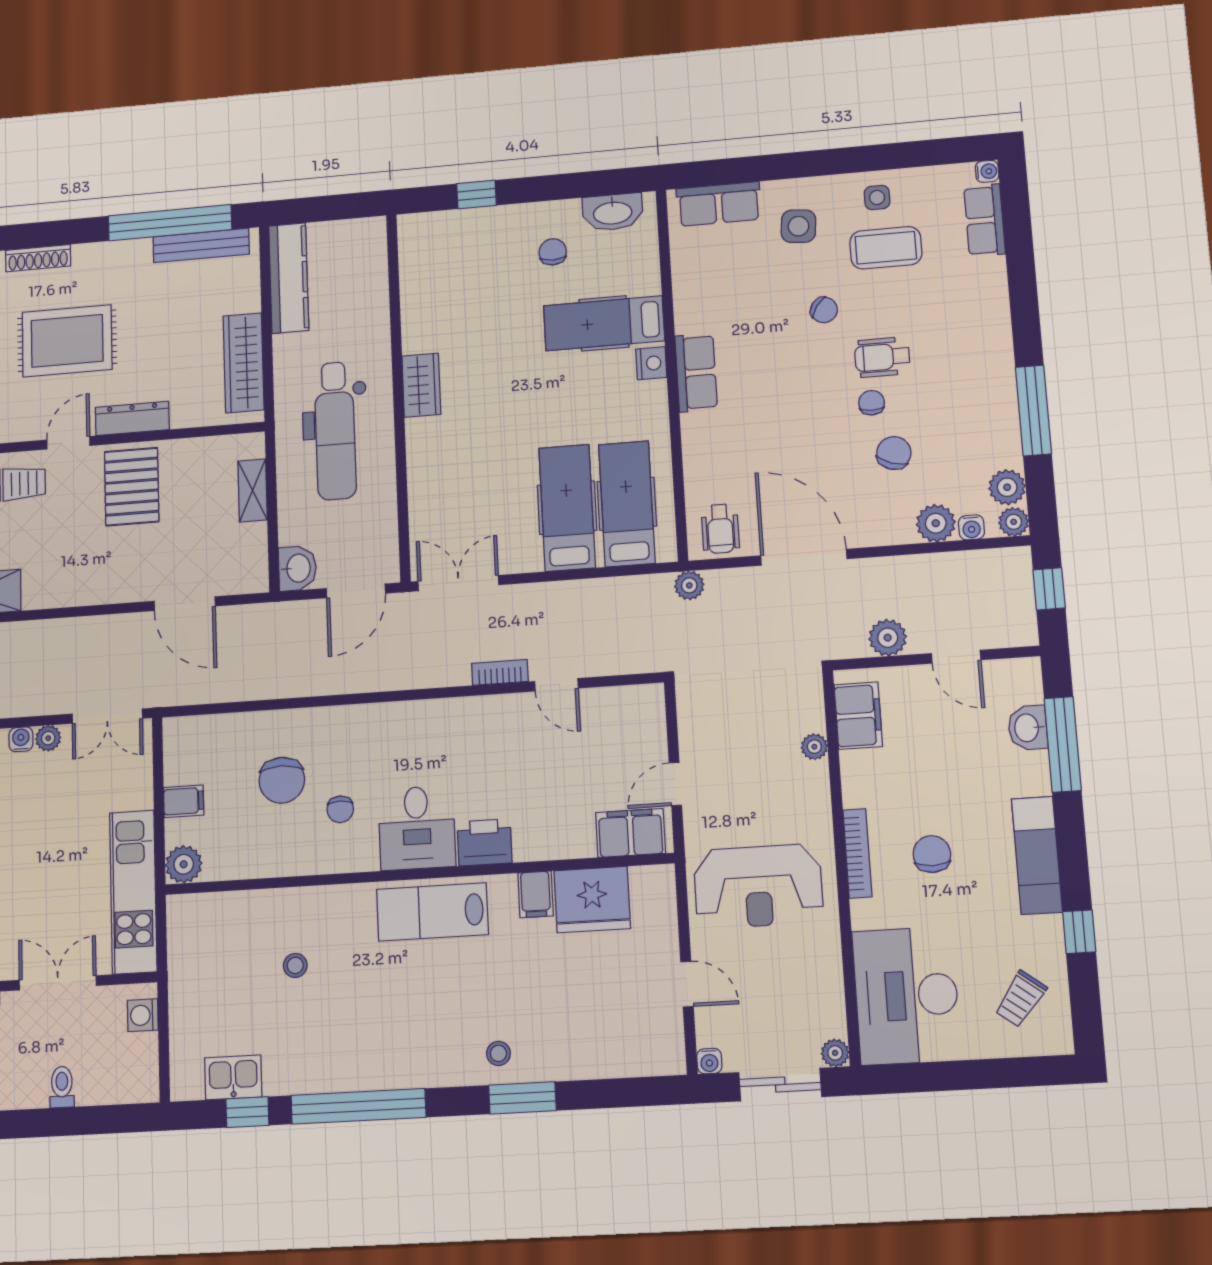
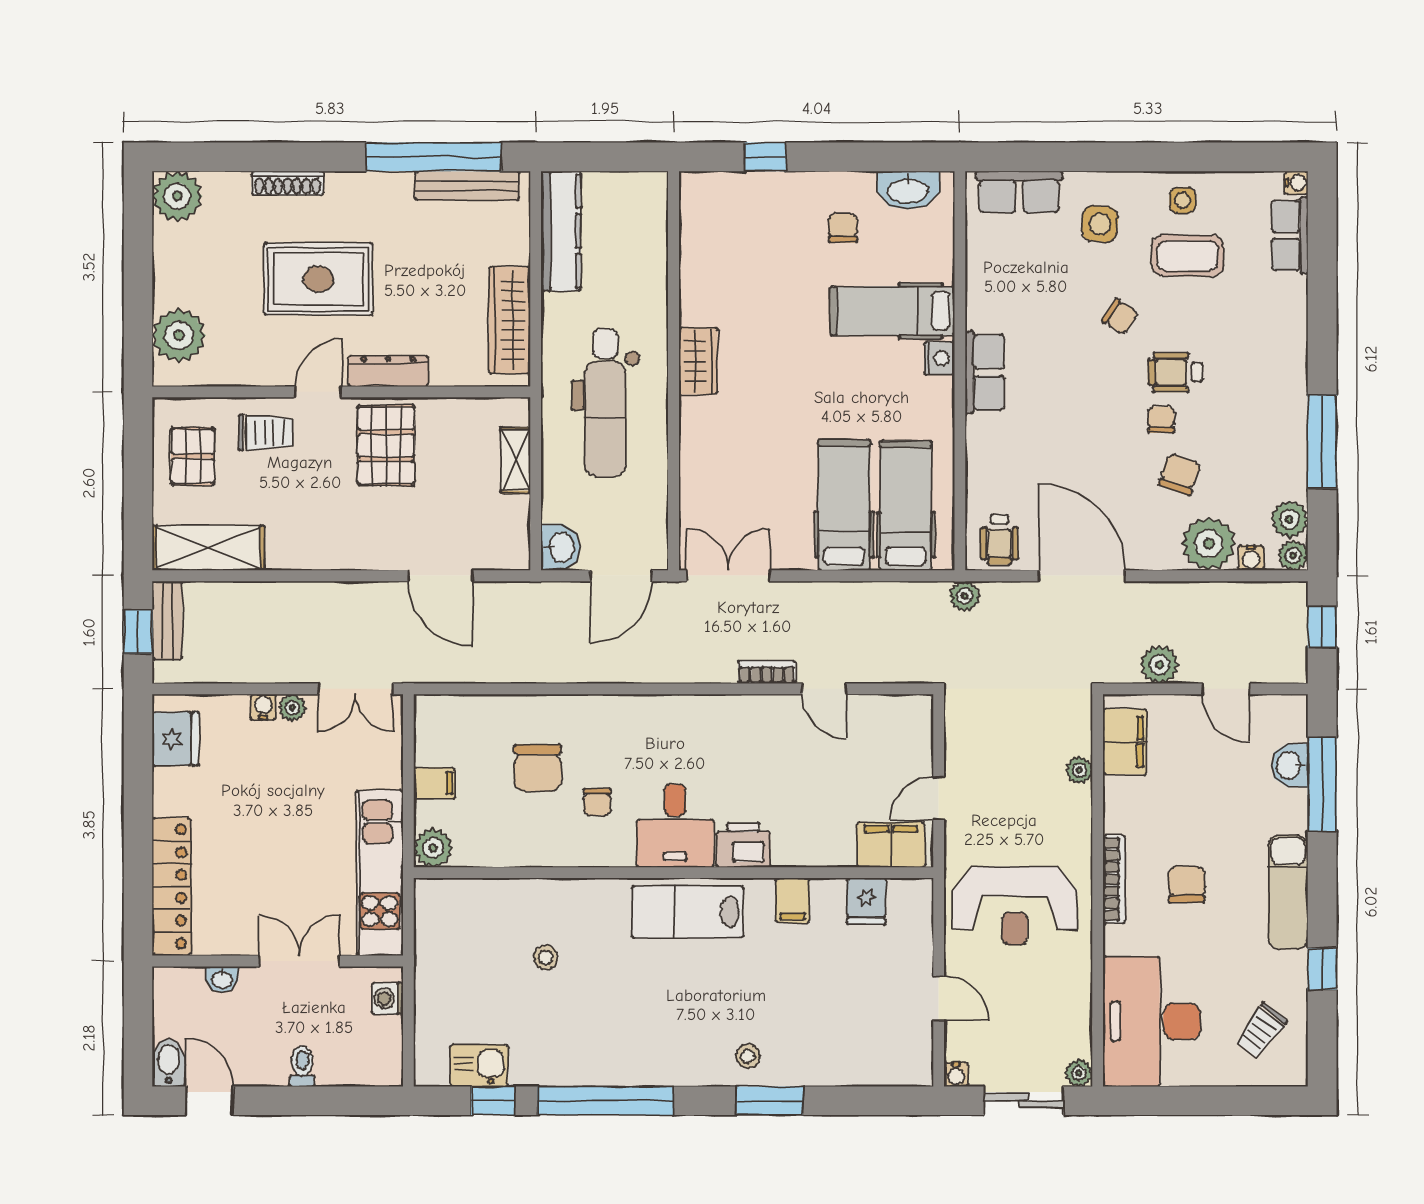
plant: (936, 523) -> (1209, 544), width x1.36, depth x1.36
fridge: (592, 900) -> (866, 901), width x0.53, depth x0.75

